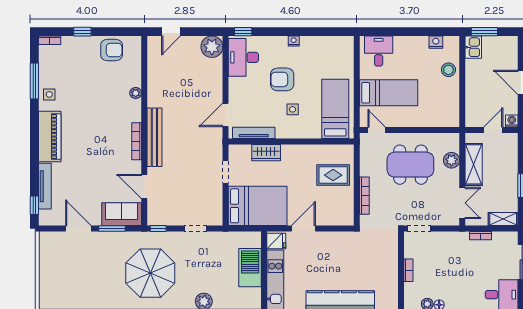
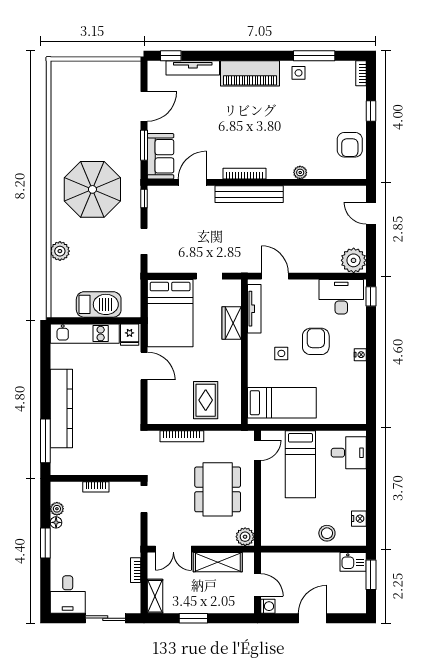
plant: (451, 160) -> (245, 537), moved

